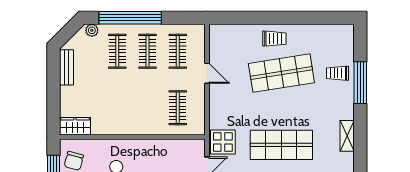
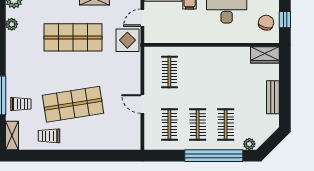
trolley: (274, 39) -> (49, 136), moved
bench: (67, 67) -> (273, 97), moved
shelving: (347, 136) -> (12, 136), moved
plant: (347, 159) -> (12, 24), added

